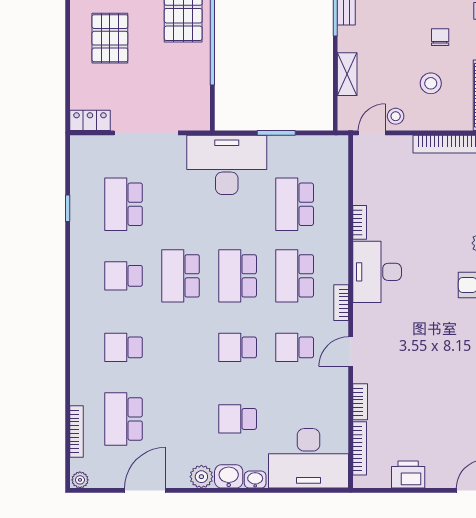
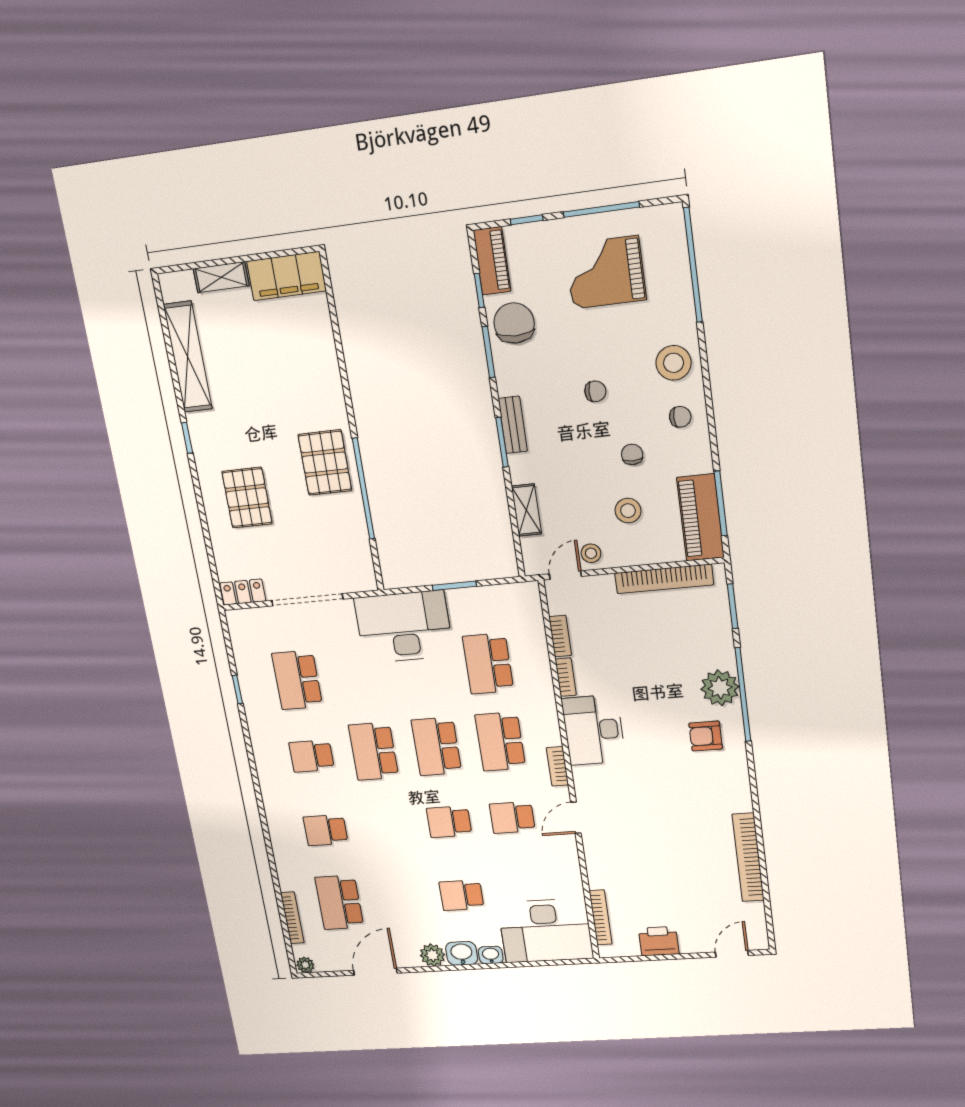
bookcase: (360, 402) -> (560, 636), moved

